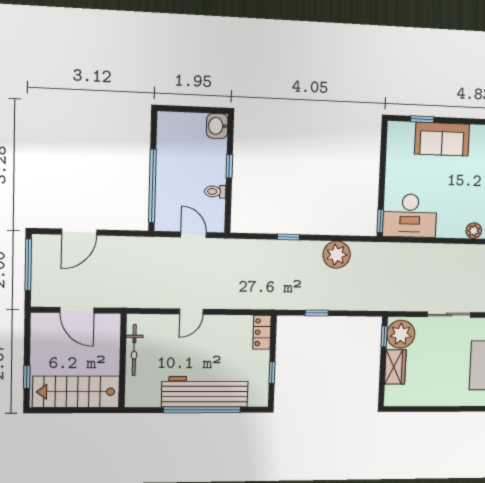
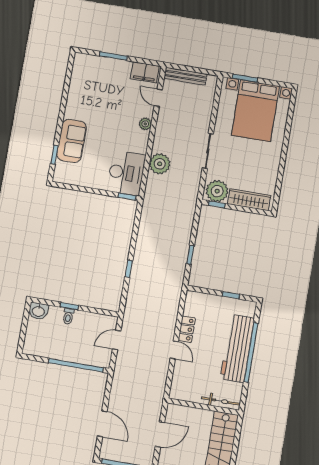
toilet: (215, 192) -> (68, 316), moved
plant: (337, 255) -> (160, 164), moved
locker: (262, 332) -> (187, 329), moved, turned -90
bicycle: (134, 350) -> (221, 401), moved
wardrobe: (395, 367) -> (249, 200), width x1.50

